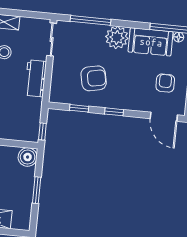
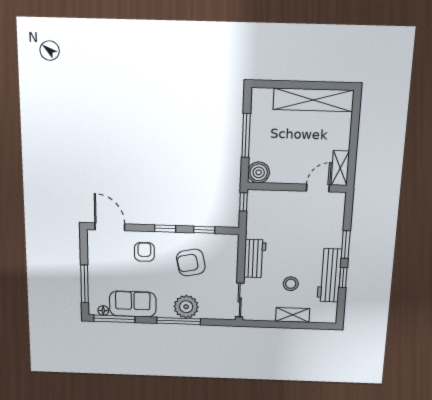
window: (91, 20) -> (179, 321), moved
plant: (117, 38) -> (186, 307), moved
armchair: (165, 83) -> (144, 252), moved, turned 180
window: (37, 190) -> (246, 135), width x1.44

